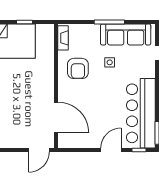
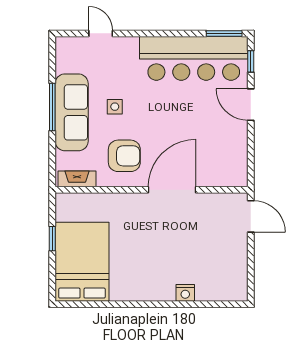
sofa: (126, 34) -> (72, 112), moved
door: (56, 117) -> (172, 190), moved

